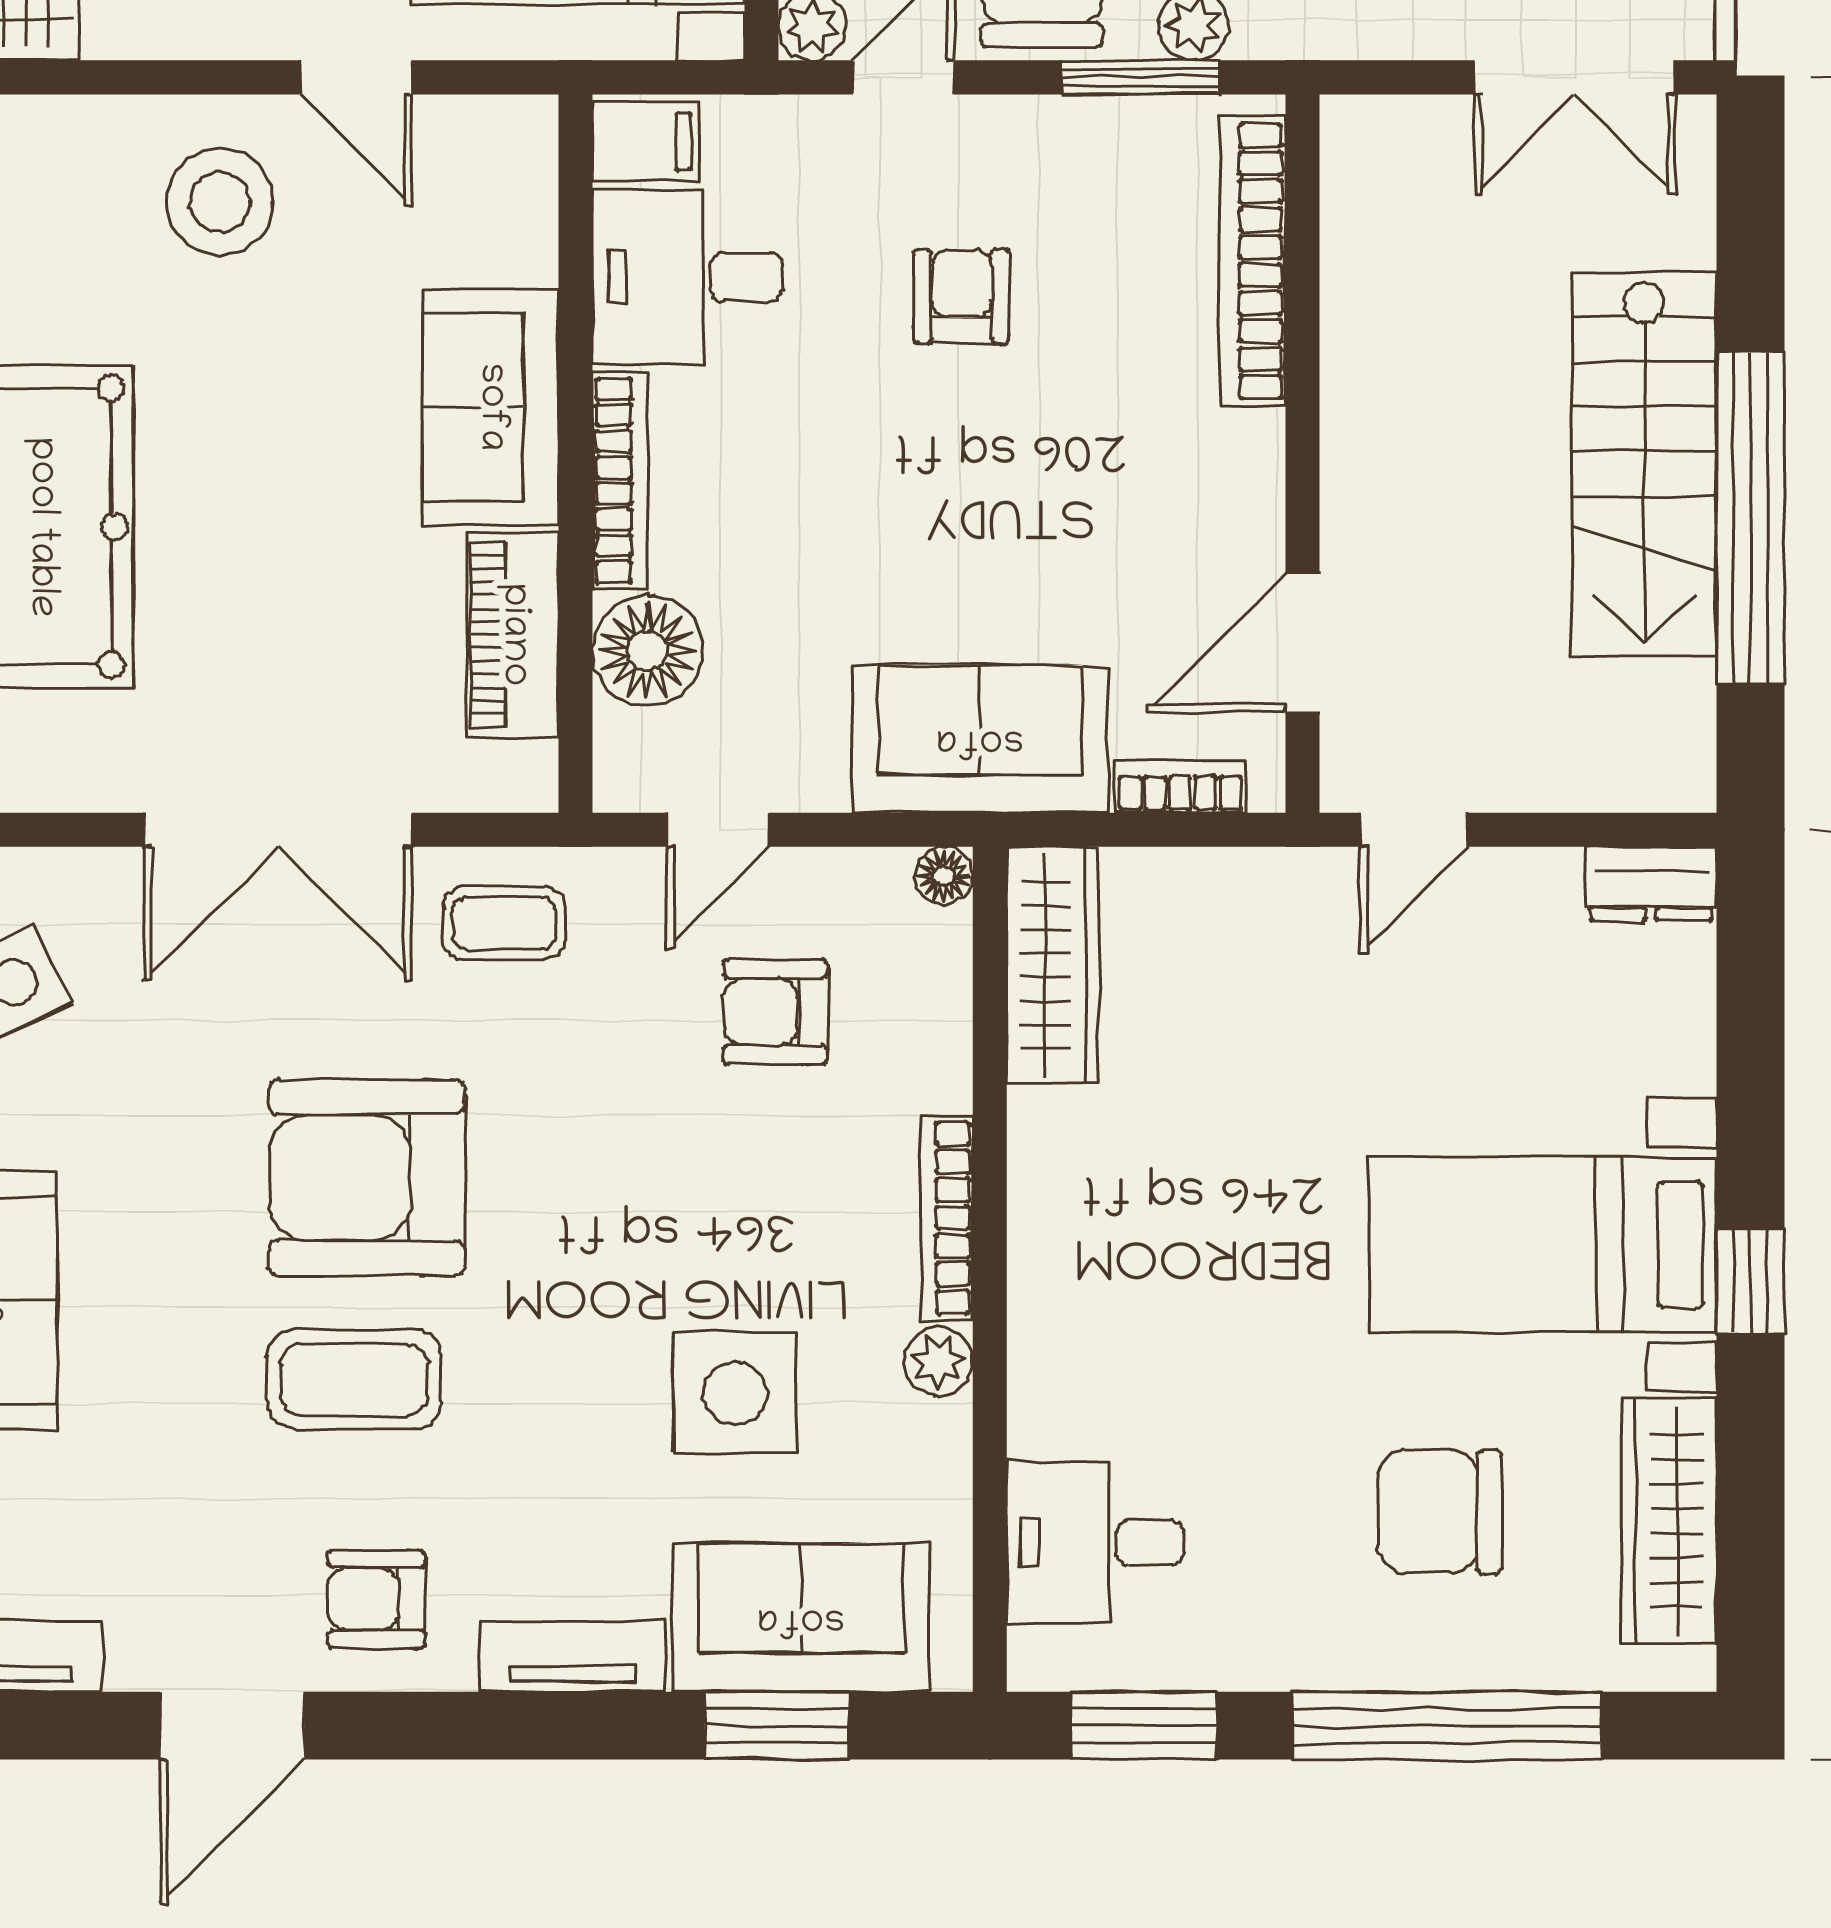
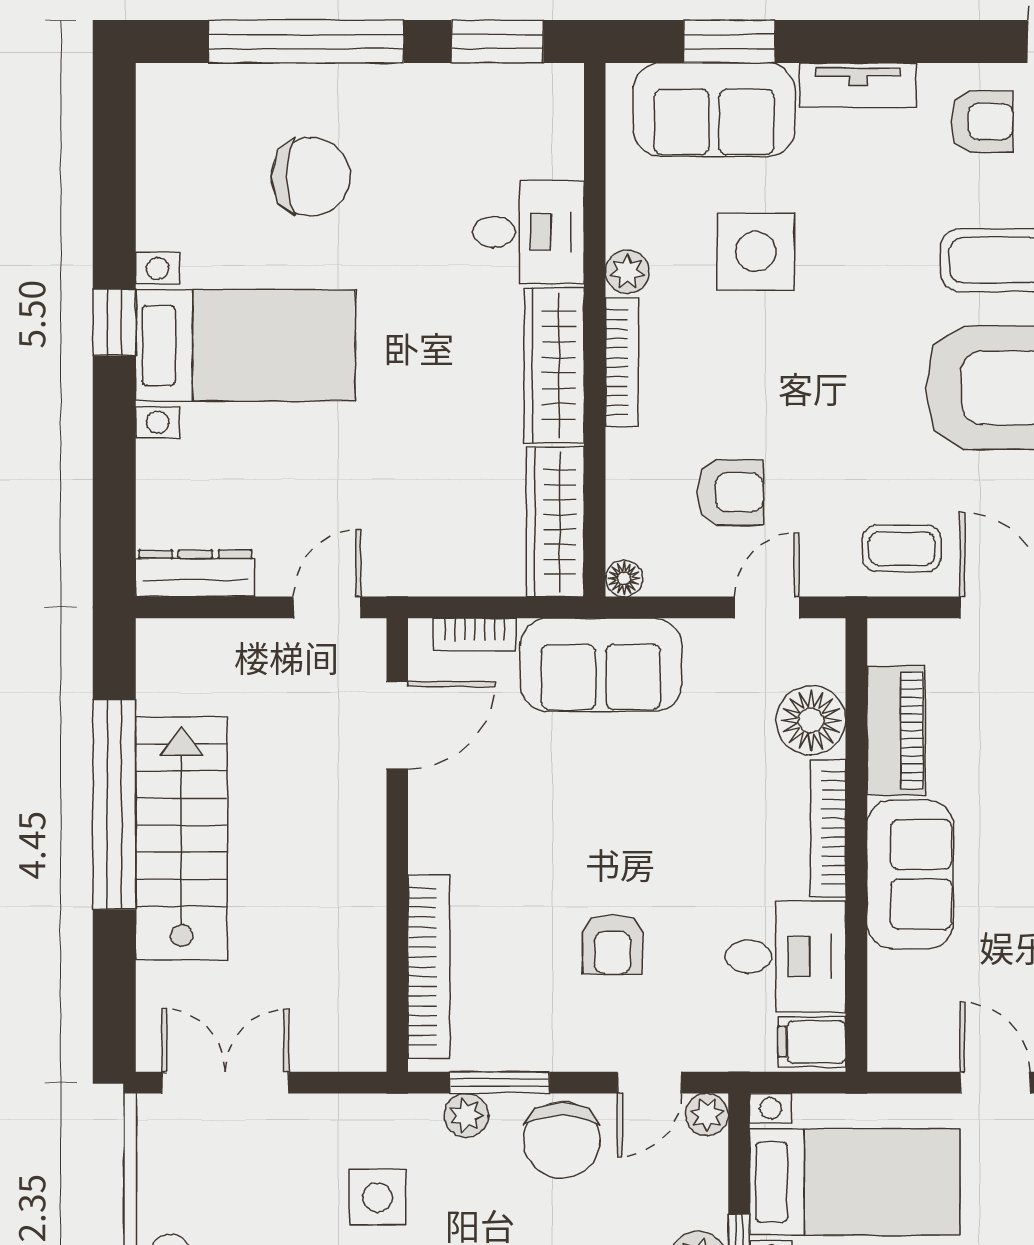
dresser: (1651, 884) -> (195, 573), width x1.44
wardrobe: (1669, 1521) -> (554, 365), moved, turned 180
desk: (1095, 1542) -> (528, 232), moved

